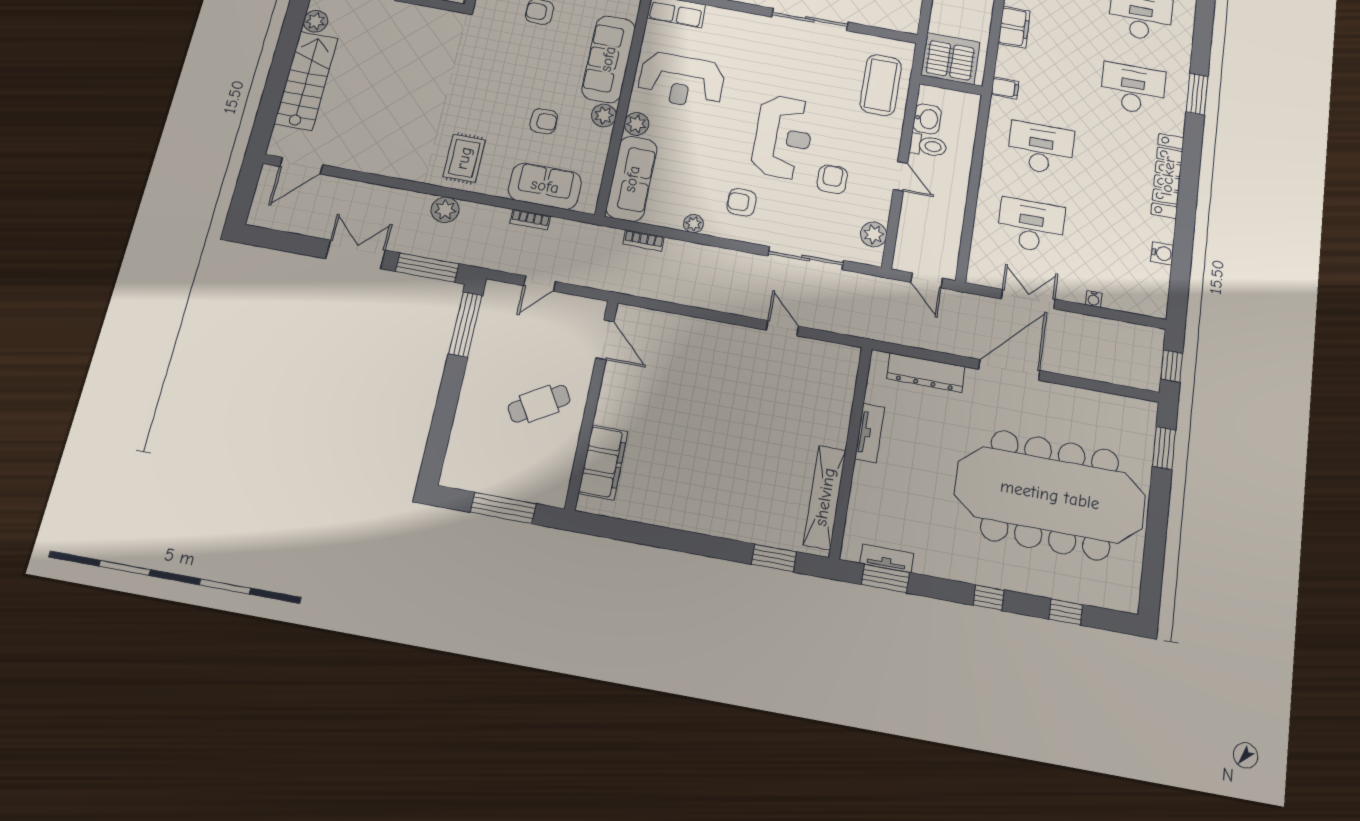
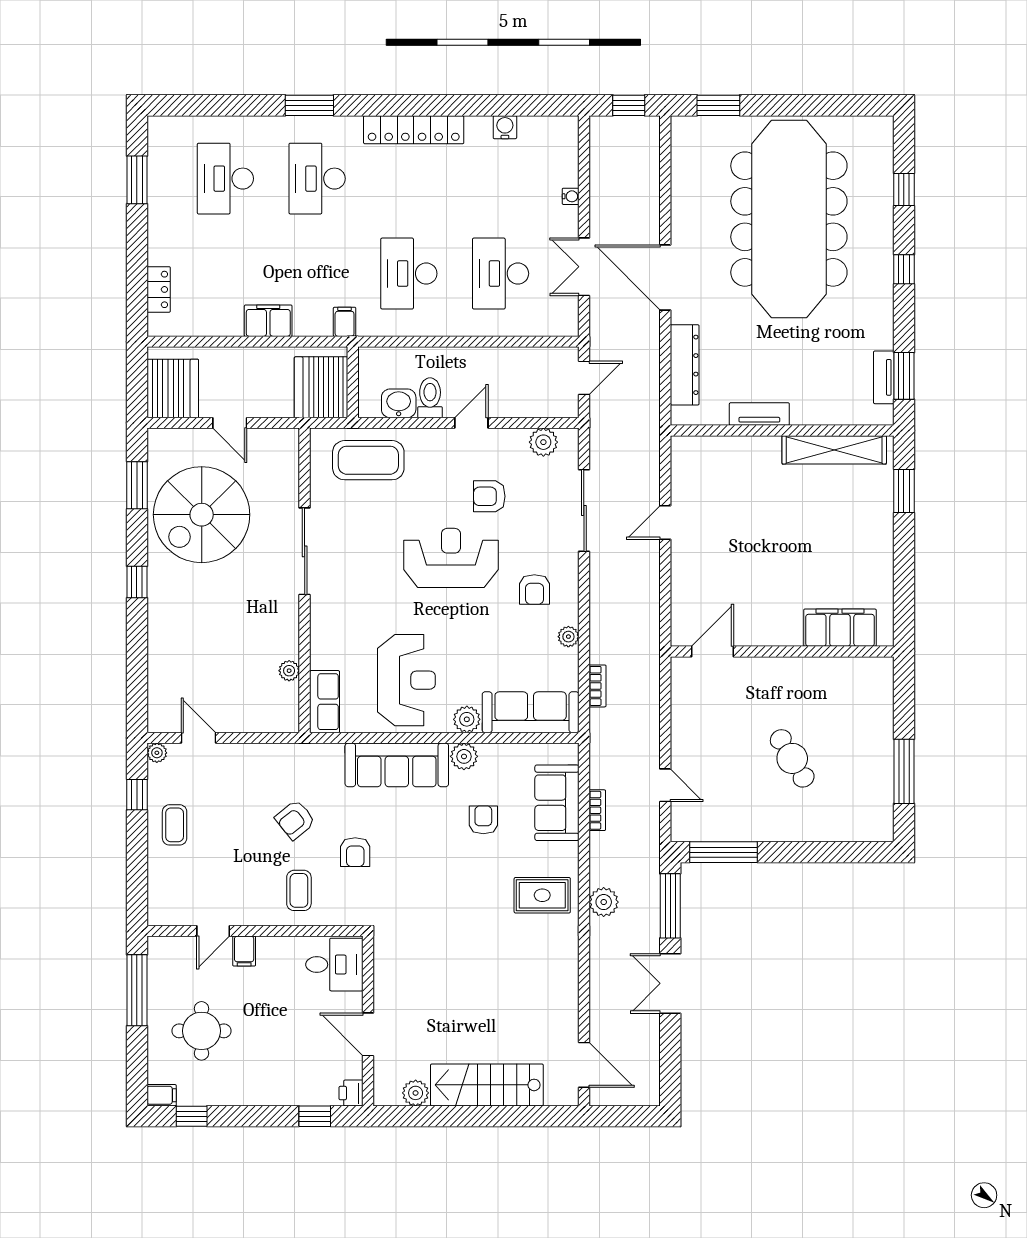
door: (605, 340) -> (712, 651), moved
wall: (592, 404) -> (782, 651), moved
filing cabinet: (603, 462) -> (840, 628), moved

